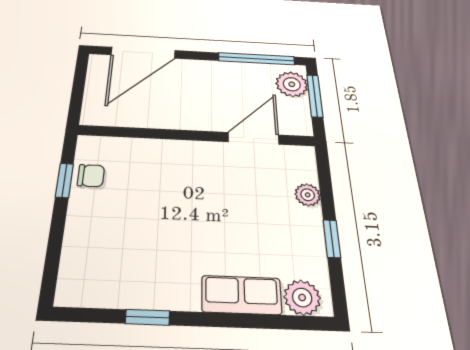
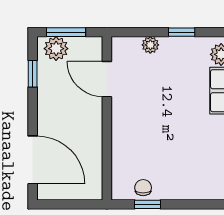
window: (257, 59) -> (33, 74), width x0.46

